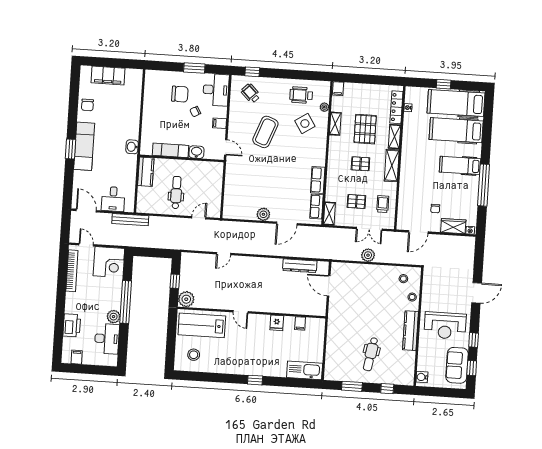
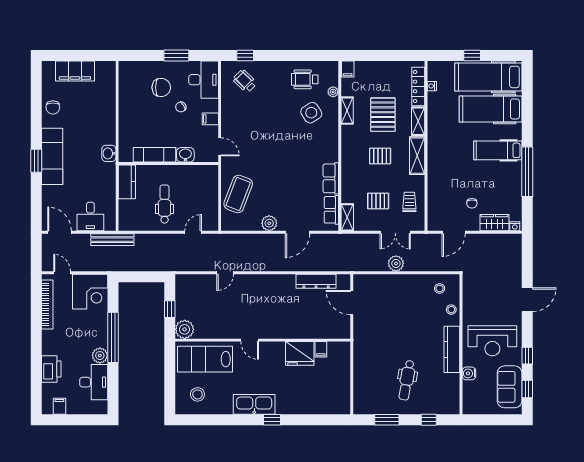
coffee table: (265, 132) -> (238, 194), moved
fridge: (277, 323) -> (300, 353), width x1.88, depth x1.34
kitchen sink: (305, 370) -> (254, 404), moved
water cooler: (422, 377) -> (469, 373), moved

